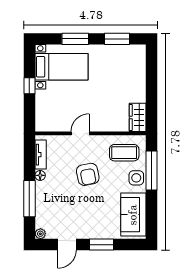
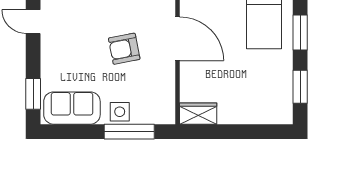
door: (80, 133) -> (177, 39), width x1.87
coffee table: (124, 153) -> (152, 96), removed
window: (102, 245) -> (33, 94), moved

